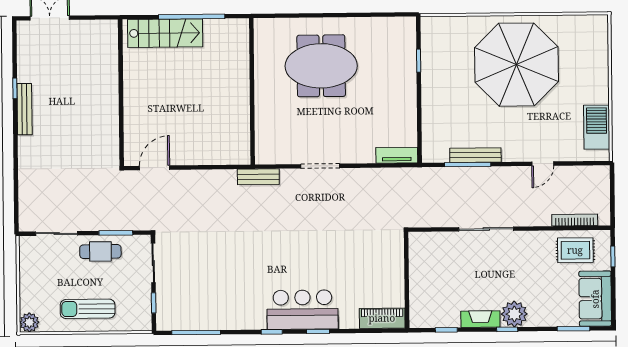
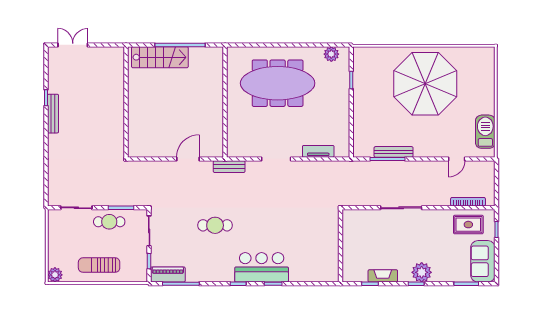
plant: (392, 27) -> (331, 54), added
meeting table: (321, 66) -> (278, 83), width x1.36
tv unit: (397, 155) -> (318, 151), moved
door: (543, 164) -> (457, 159), moved
door: (155, 168) -> (188, 159), moved
cafe table: (240, 255) -> (215, 225), added
piano: (382, 318) -> (168, 275), moved
fireplace: (480, 319) -> (383, 276), moved

